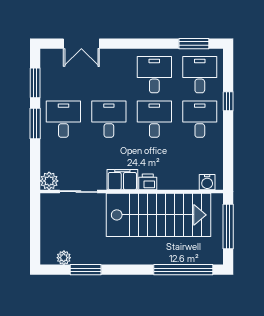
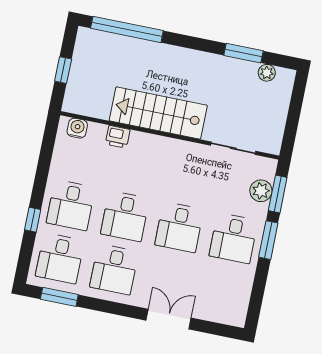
double door: (81, 44) -> (169, 319), moved
window: (35, 83) -> (278, 194), moved
filing cabinet: (122, 180) -> (178, 152), removed
plant: (49, 181) -> (261, 191), moved
printer: (148, 182) -> (118, 137), moved
stairs: (158, 215) -> (158, 113), width x0.73, depth x0.66
window: (228, 227) -> (63, 70), width x0.46

